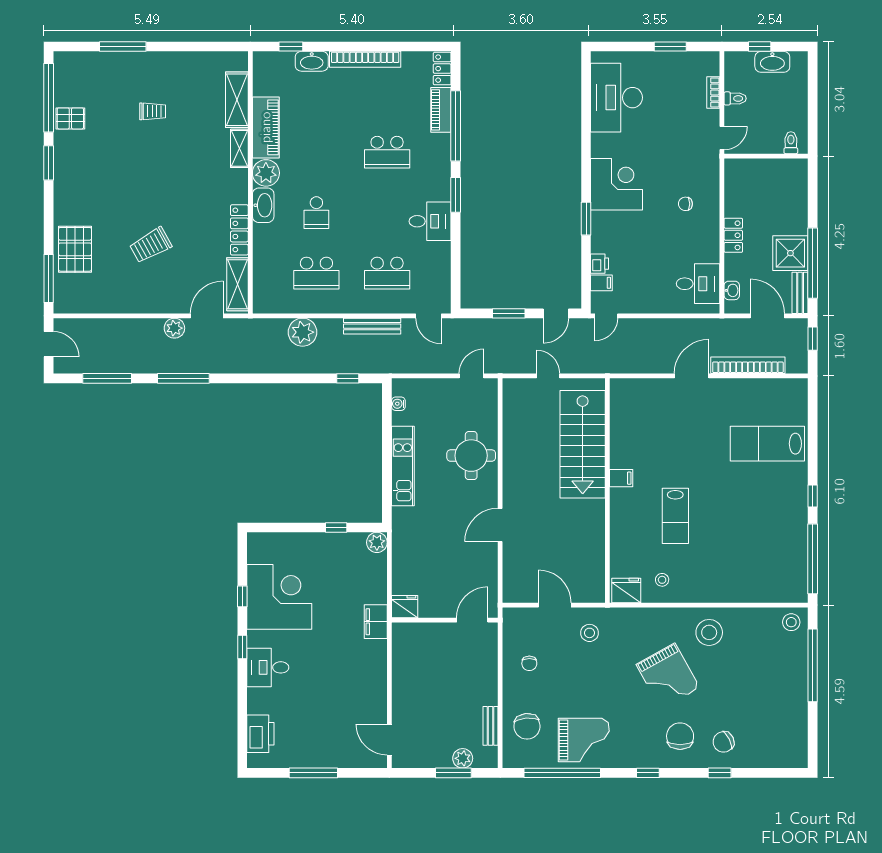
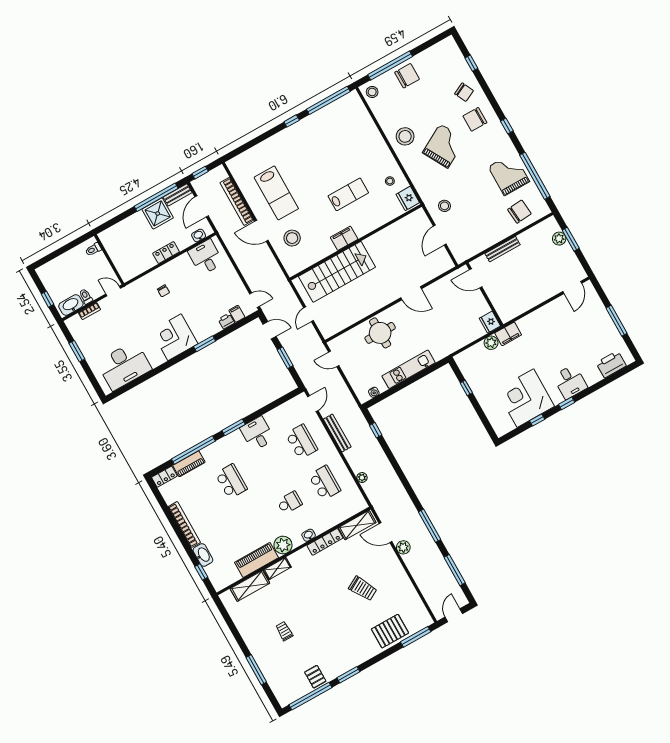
washbasin: (772, 62) -> (71, 305), moved, turned -90
washbasin: (263, 205) -> (309, 535), width x0.52, depth x0.69
plant: (302, 332) -> (362, 478), width x0.53, depth x0.53
stool: (660, 410) -> (292, 238), added
lab bench: (767, 444) -> (276, 193), moved
filing cabinet: (621, 478) -> (344, 238), width x2.00
plant: (377, 542) -> (491, 343), moved
chair: (529, 663) -> (407, 76), moved, width x1.87, depth x1.87
bench: (491, 726) -> (503, 249), moved, width x1.36
window: (720, 773) -> (471, 63), moved

